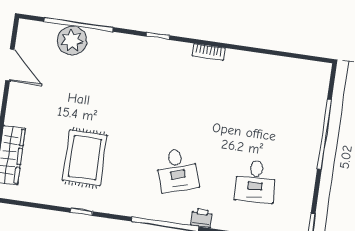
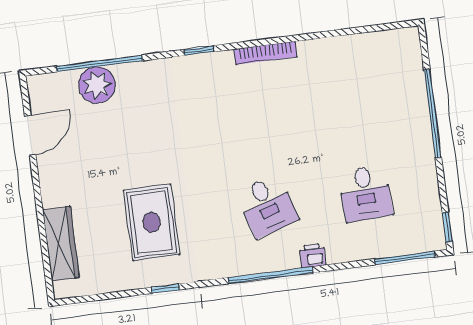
bookcase: (209, 52) -> (265, 53), width x1.56
door: (10, 65) -> (30, 135), hinge flipped

